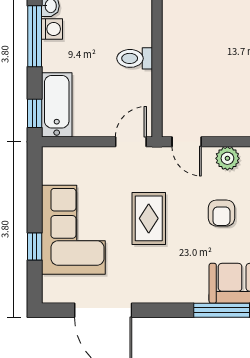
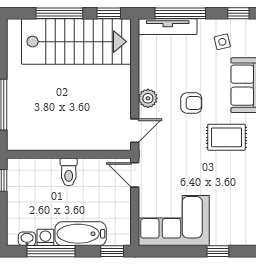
bathtub: (57, 105) -> (81, 234), moved
rug: (149, 218) -> (226, 137), moved
corner sofa: (73, 230) -> (174, 220), moved

